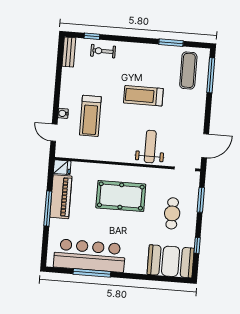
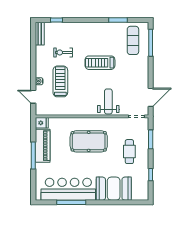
exercise bike: (103, 51) -> (63, 52), moved
treadmill: (90, 116) -> (60, 81), turned 180
booth: (171, 261) -> (114, 189), moved

